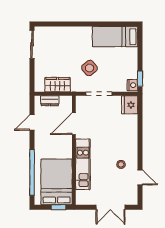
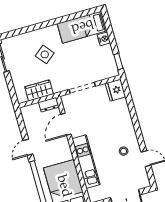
side table: (89, 68) -> (45, 54), moved
nightstand: (132, 85) -> (104, 39), moved
dresser: (50, 101) -> (49, 105), moved
door: (32, 123) -> (28, 147), moved

